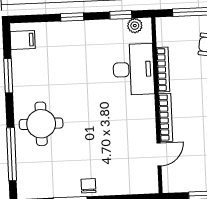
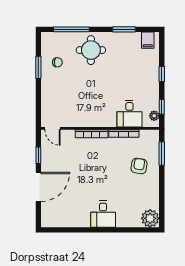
desk: (134, 69) -> (129, 114), width x0.73
door: (159, 154) -> (52, 128), moved
chair: (89, 186) -> (57, 62), moved

